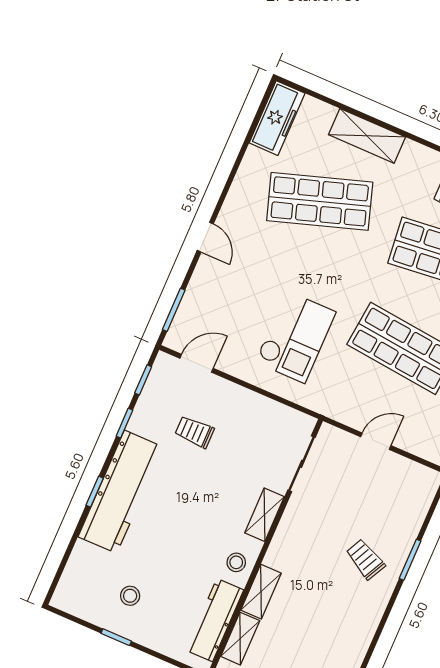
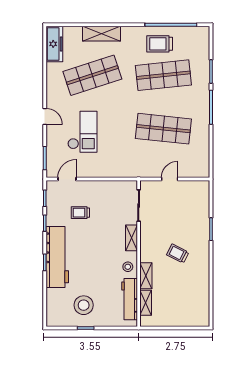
checkout: (295, 337) -> (82, 132), moved
trolley: (365, 559) -> (178, 254), moved
stool: (130, 596) -> (84, 305), width x1.89, depth x1.89

